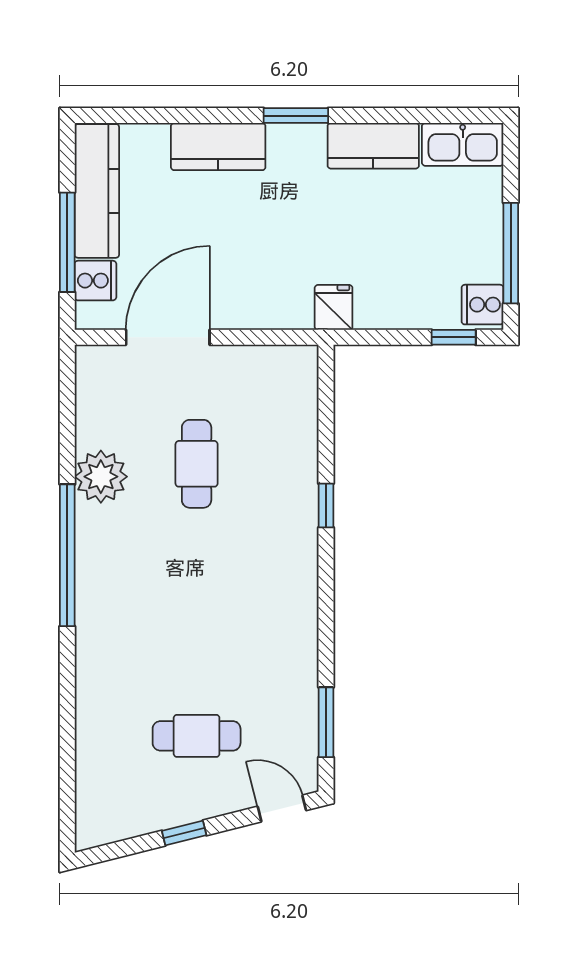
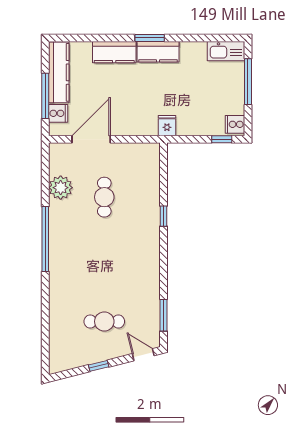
kitchen counter: (373, 146) -> (158, 52), moved
window: (511, 253) -> (248, 82), moved
plant: (101, 477) -> (61, 188), moved

